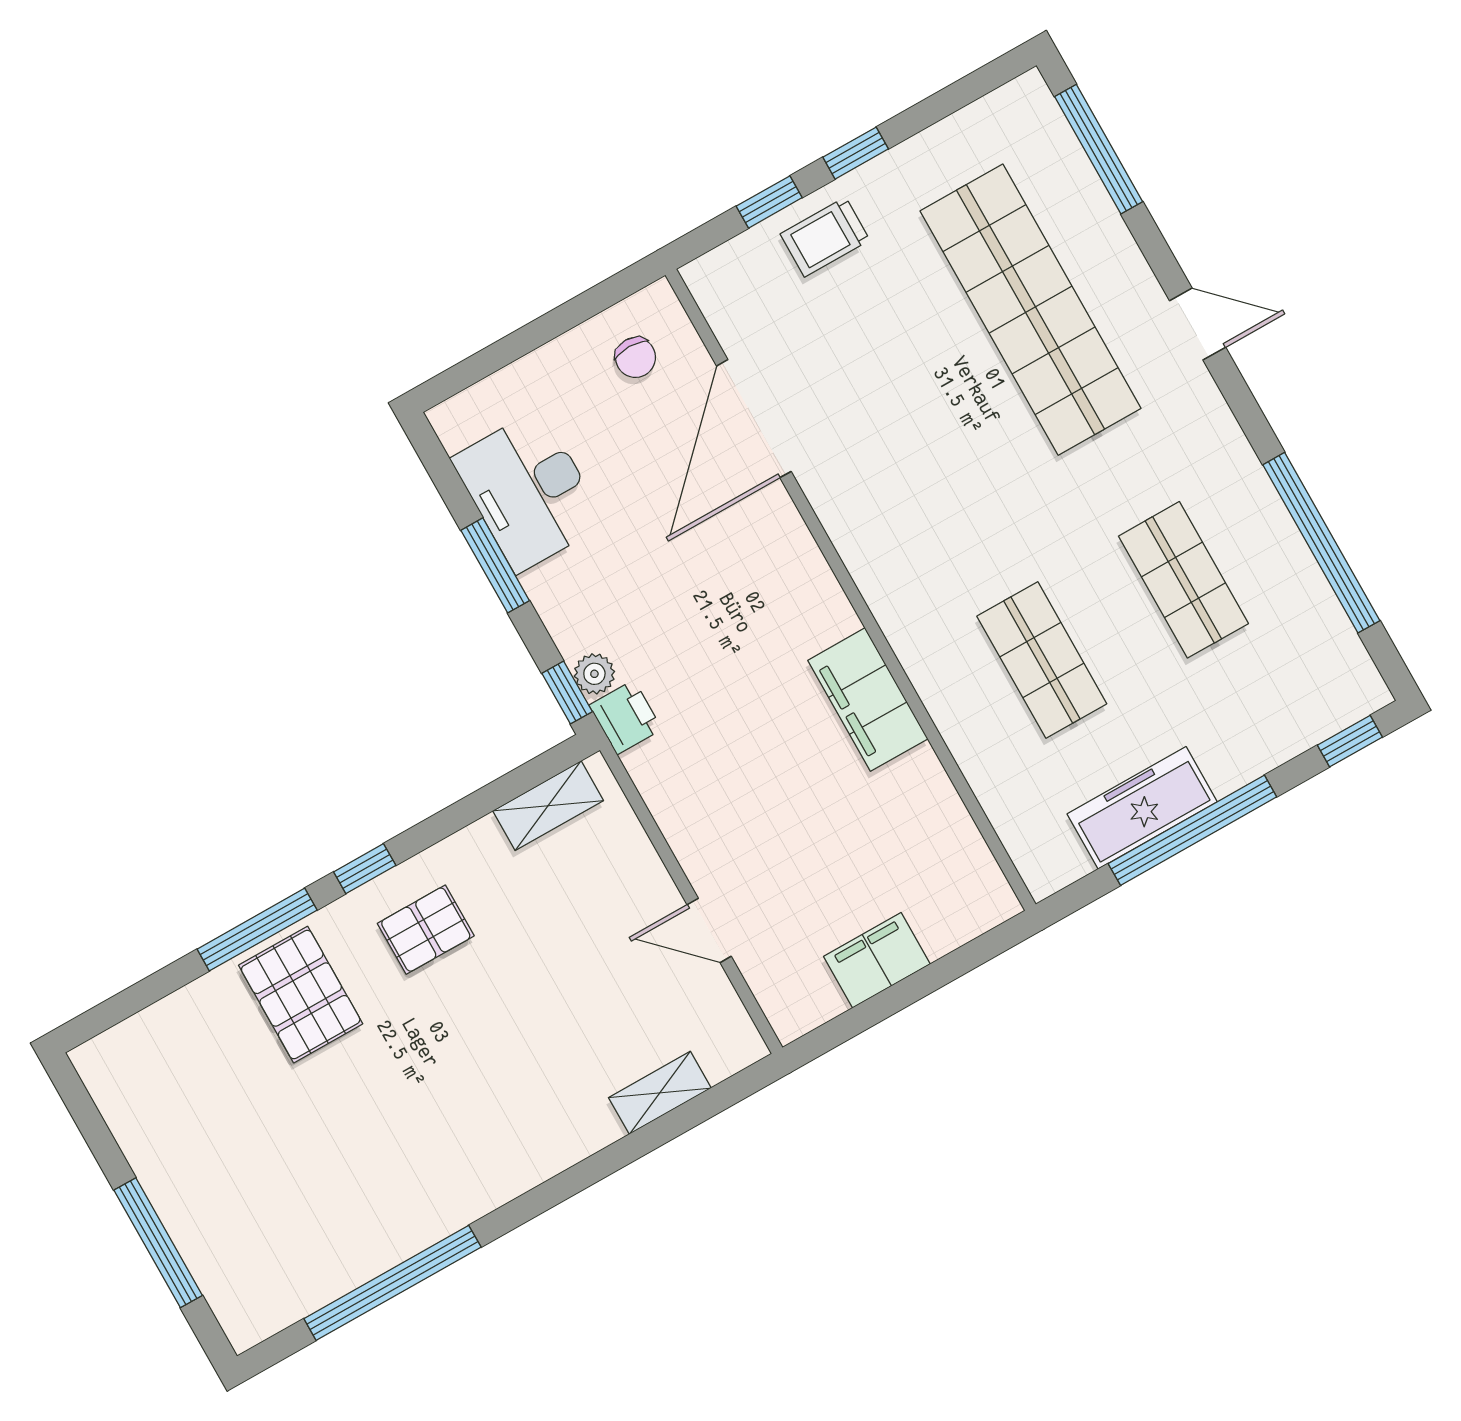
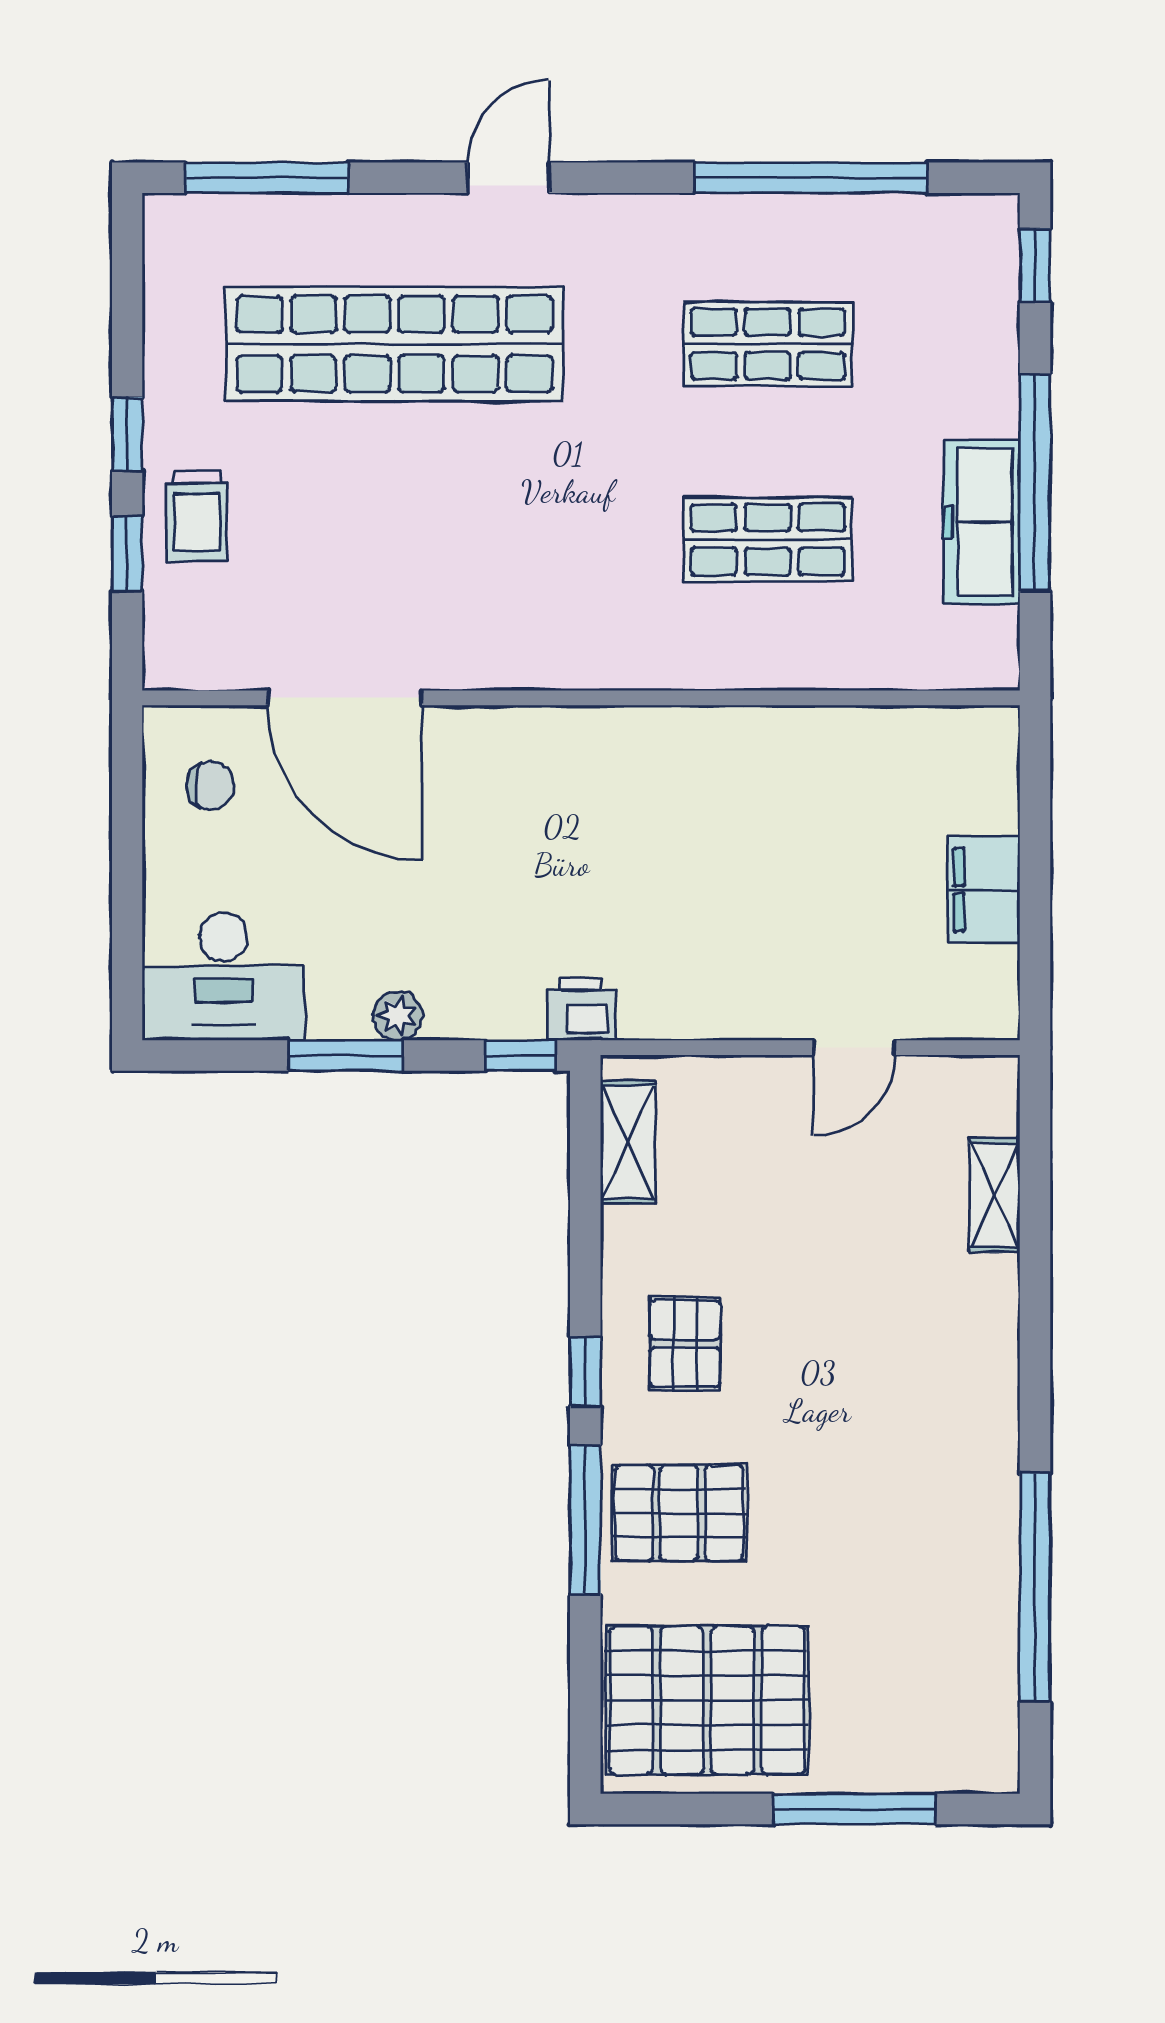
desk: (528, 491) -> (223, 977), moved
plant: (594, 674) -> (398, 1016), moved
filing cabinet: (868, 700) -> (706, 745), removed
pallet: (176, 1092) -> (707, 1700), added

